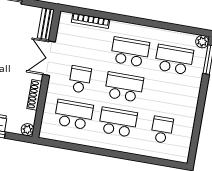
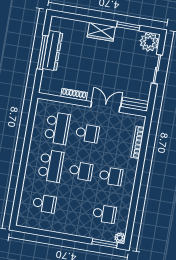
school desk: (130, 52) -> (111, 176), width x0.54
school desk: (174, 60) -> (104, 214), width x0.54
school desk: (124, 87) -> (81, 171), width x0.54
plant: (27, 130) -> (44, 88), removed

